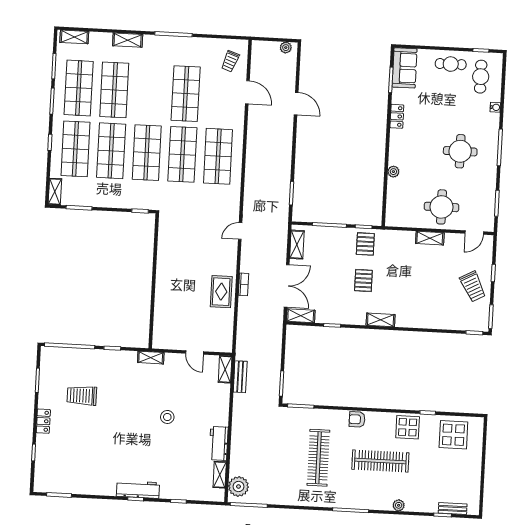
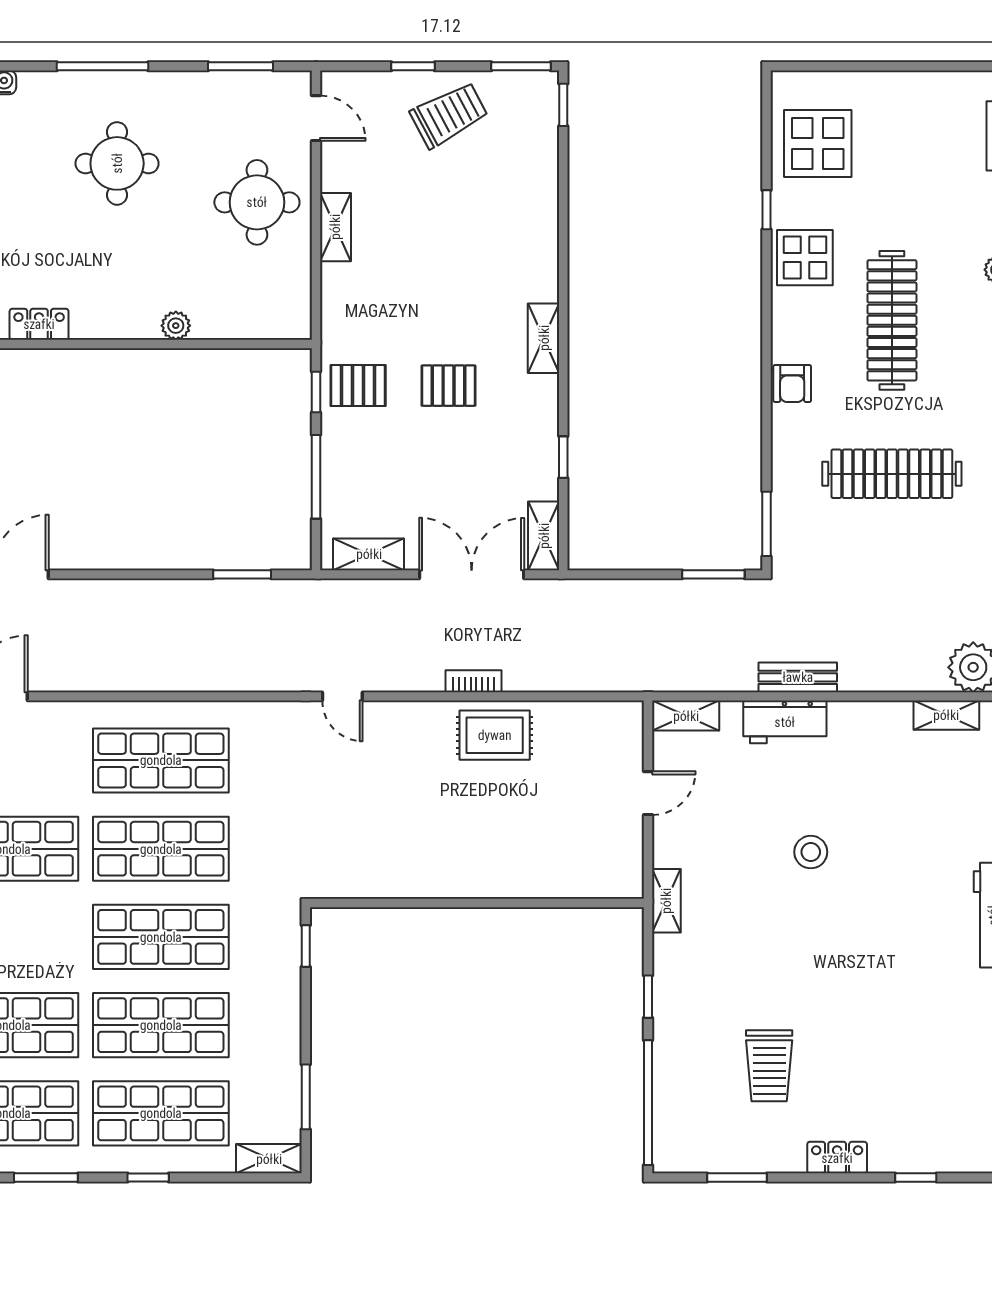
bench: (240, 377) -> (798, 677), moved
workbench: (219, 443) -> (785, 722), moved

